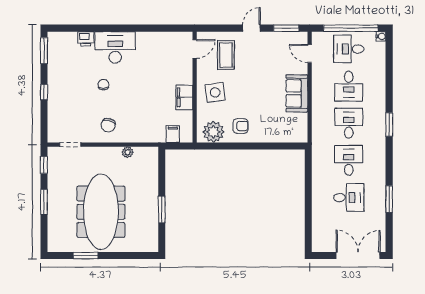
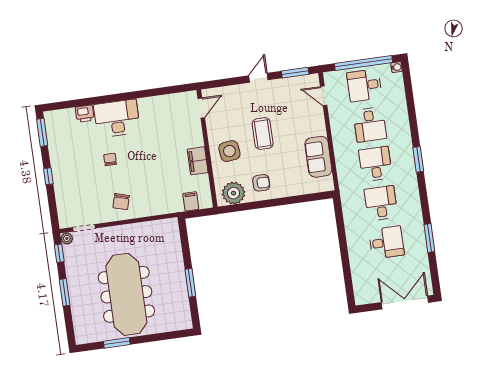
coffee table: (226, 55) -> (263, 134), moved
sofa: (297, 93) -> (318, 157), moved
plant: (128, 152) -> (67, 238), moved

